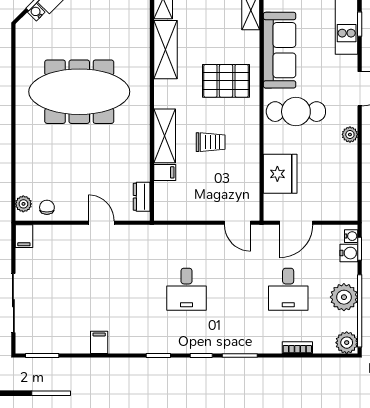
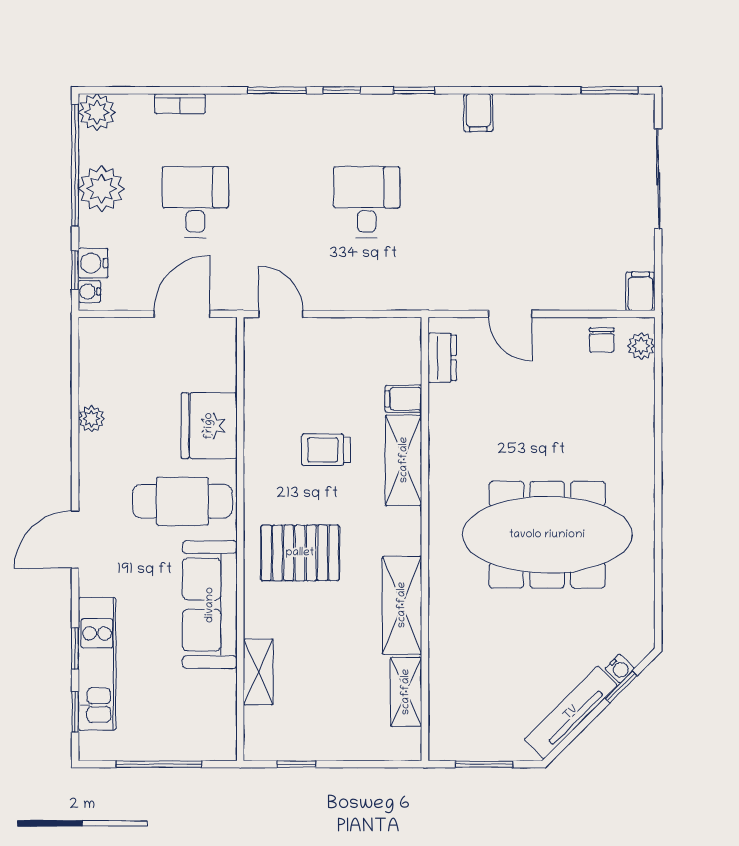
plant: (350, 135) -> (91, 419), moved
fridge: (280, 174) -> (209, 426), moved
filing cabinet: (99, 342) -> (478, 113), moved

